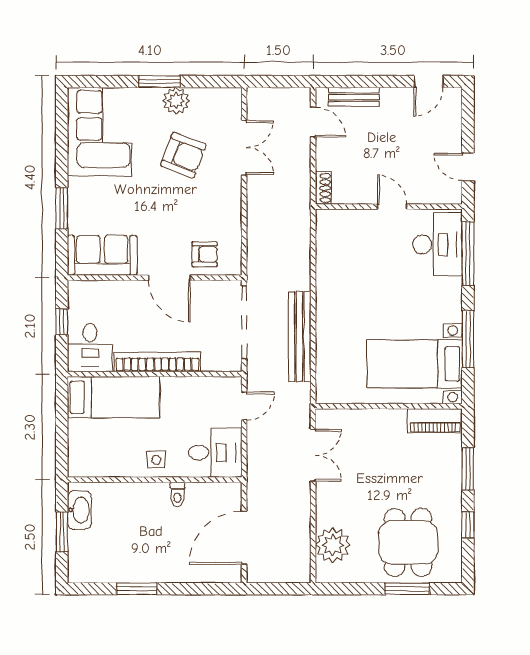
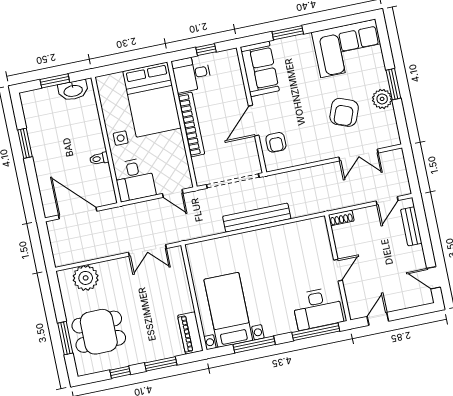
bench: (300, 336) -> (257, 218), moved
bed: (114, 397) -> (152, 100), width x1.50

